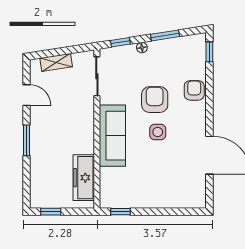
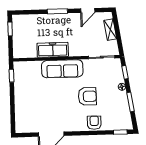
armchair: (194, 90) -> (94, 123), turned -90
side table: (158, 132) -> (66, 99), removed
freezer: (84, 178) -> (53, 50), moved

